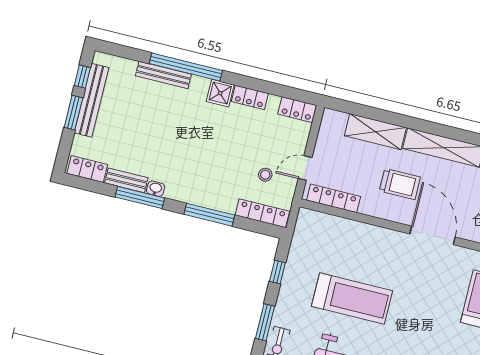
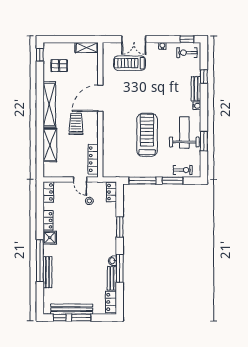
locker: (262, 213) -> (111, 192), width x0.66
window: (209, 215) -> (120, 227), width x0.69
window: (277, 272) -> (142, 181), width x2.17

